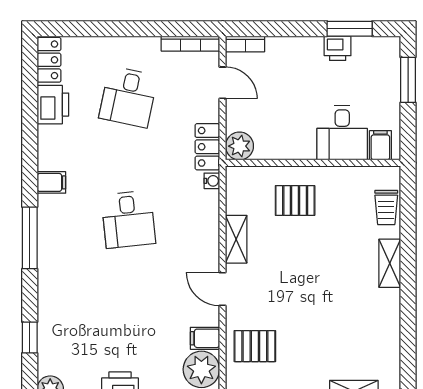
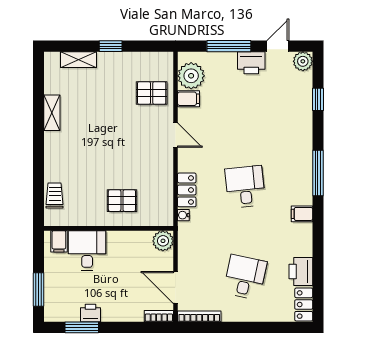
door: (223, 83) -> (175, 288), width x1.38
locker: (207, 147) -> (187, 190), moved
shelving: (236, 239) -> (165, 172), removed
shelving: (390, 263) -> (52, 113), moved

